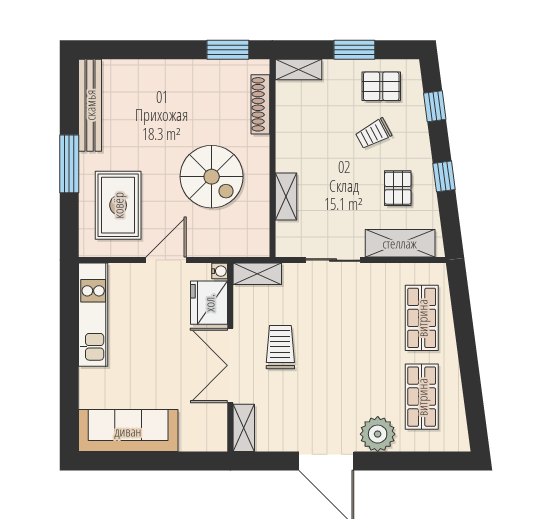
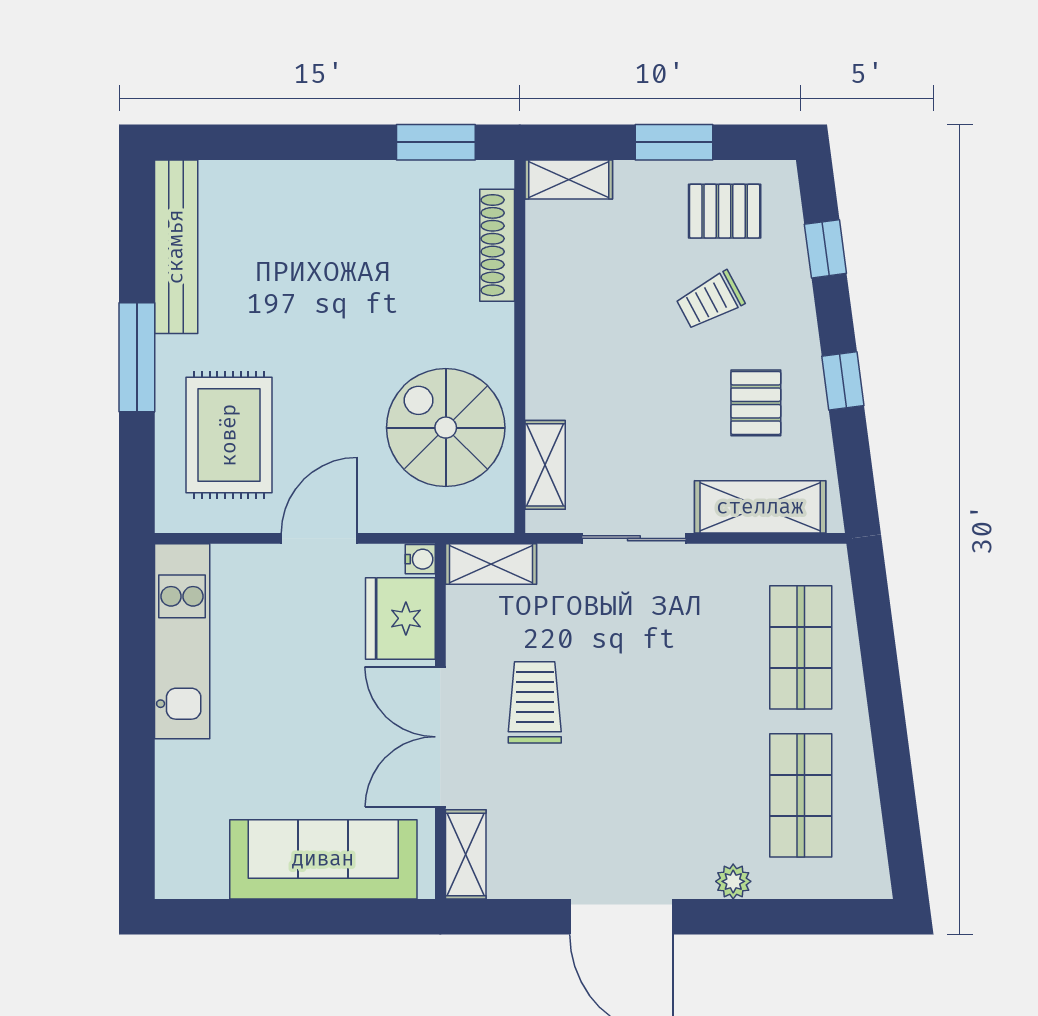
spiral stairs: (212, 177) -> (446, 428), moved, turned 180
shelving: (286, 196) -> (545, 465), moved
sofa: (128, 431) -> (323, 859), moved
plant: (378, 434) -> (733, 881), width x0.53, depth x0.53

